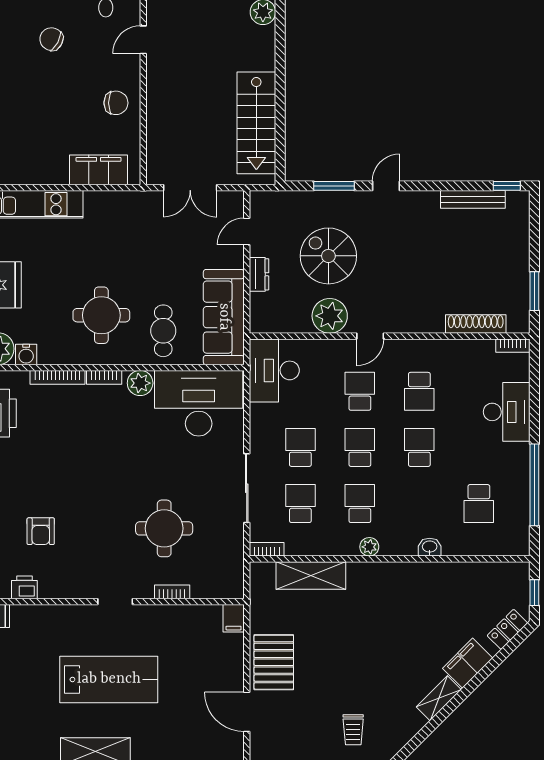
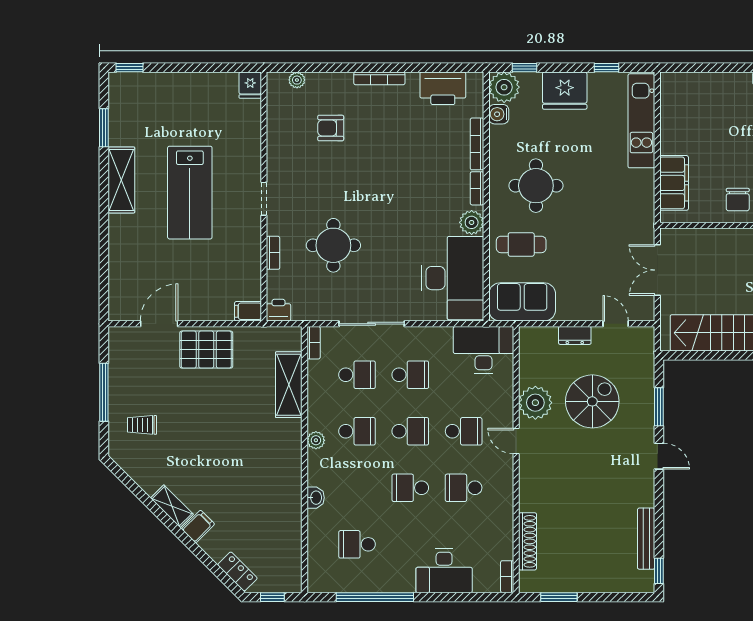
sofa: (224, 317) -> (522, 302), width x0.73
school desk: (419, 447) -> (410, 488), turned 180
printer: (24, 587) -> (278, 310), moved, turned -90
filing cabinet: (468, 663) -> (198, 526), width x0.50

